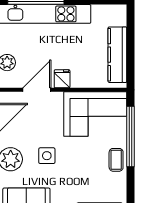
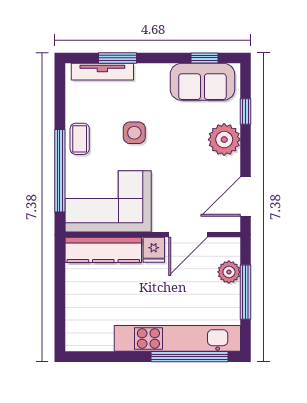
kitchen counter: (117, 55) -> (103, 250), moved, turned 90
side table: (47, 156) -> (134, 133), moved

